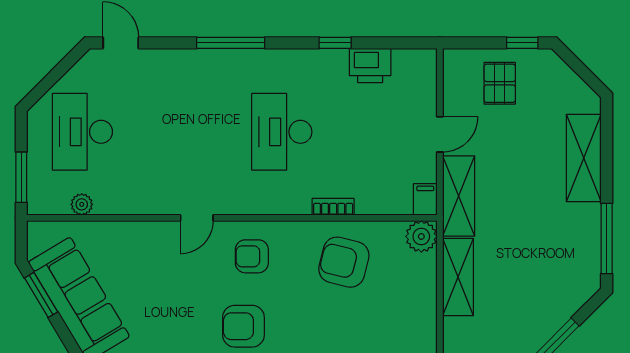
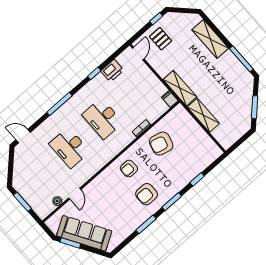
desk: (82, 132) -> (69, 148), moved
door: (440, 134) -> (138, 53), moved
window: (21, 177) -> (22, 202), moved
door: (197, 218) -> (75, 194), moved
plant: (421, 236) -> (179, 112), removed

